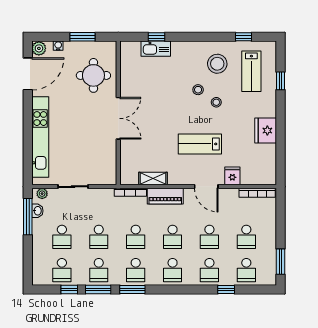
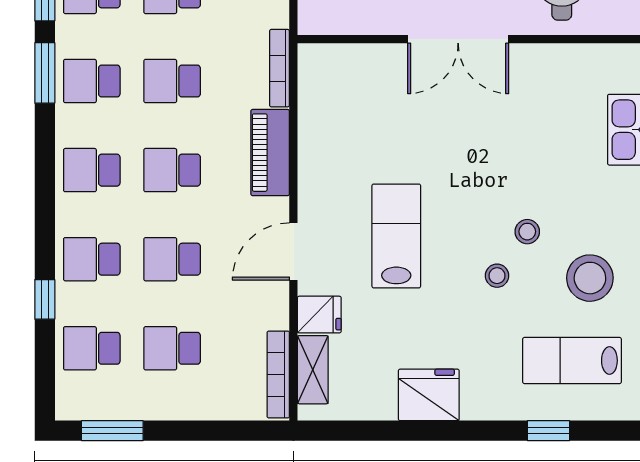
shelving: (153, 179) -> (313, 370), moved

